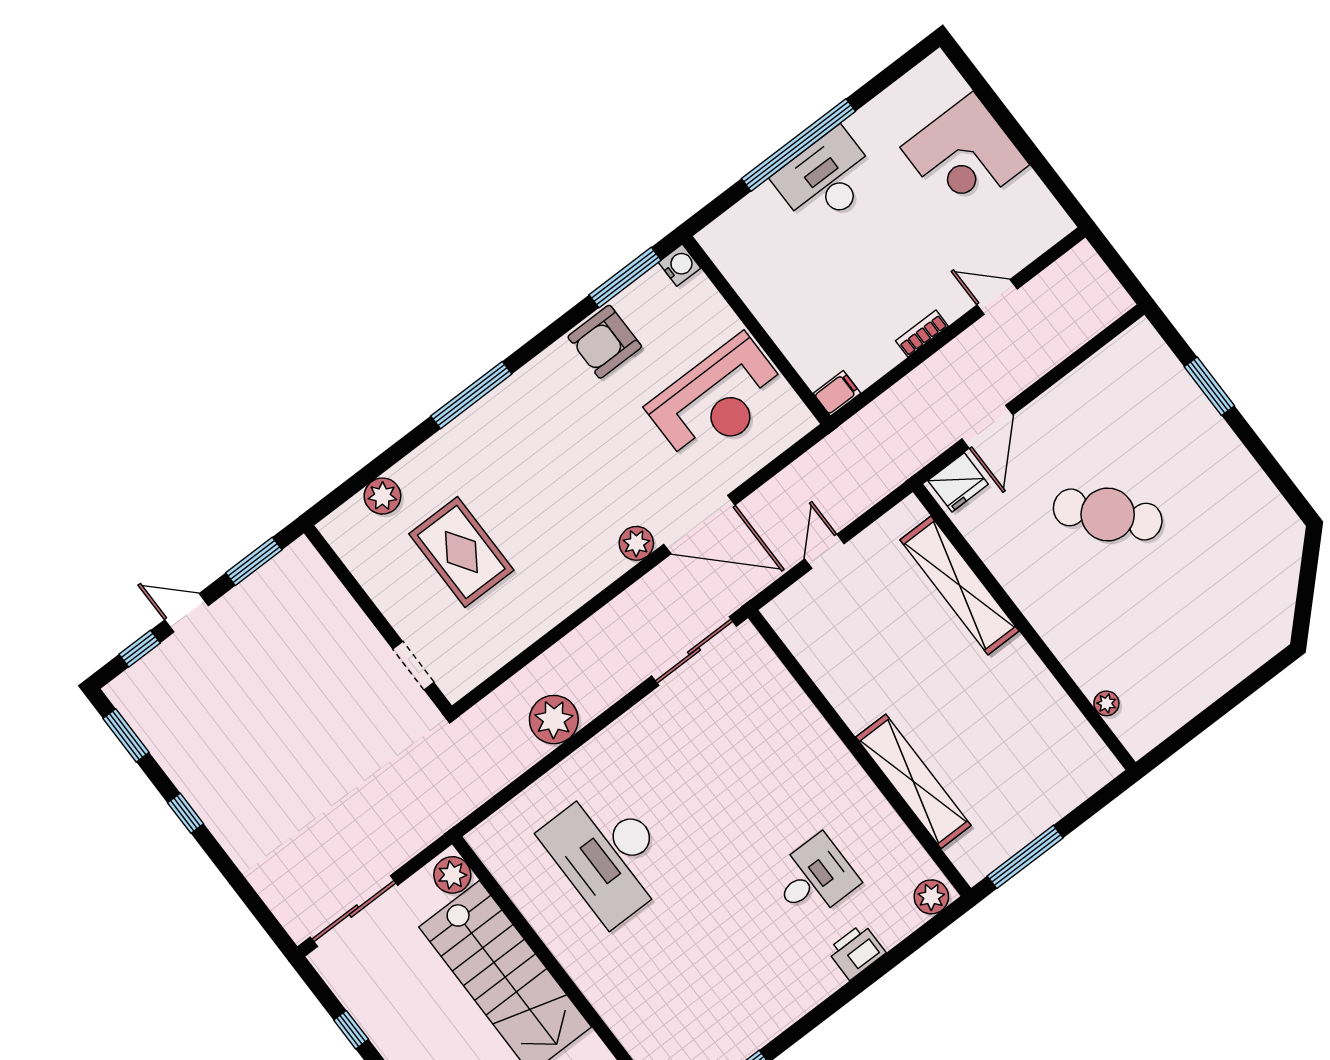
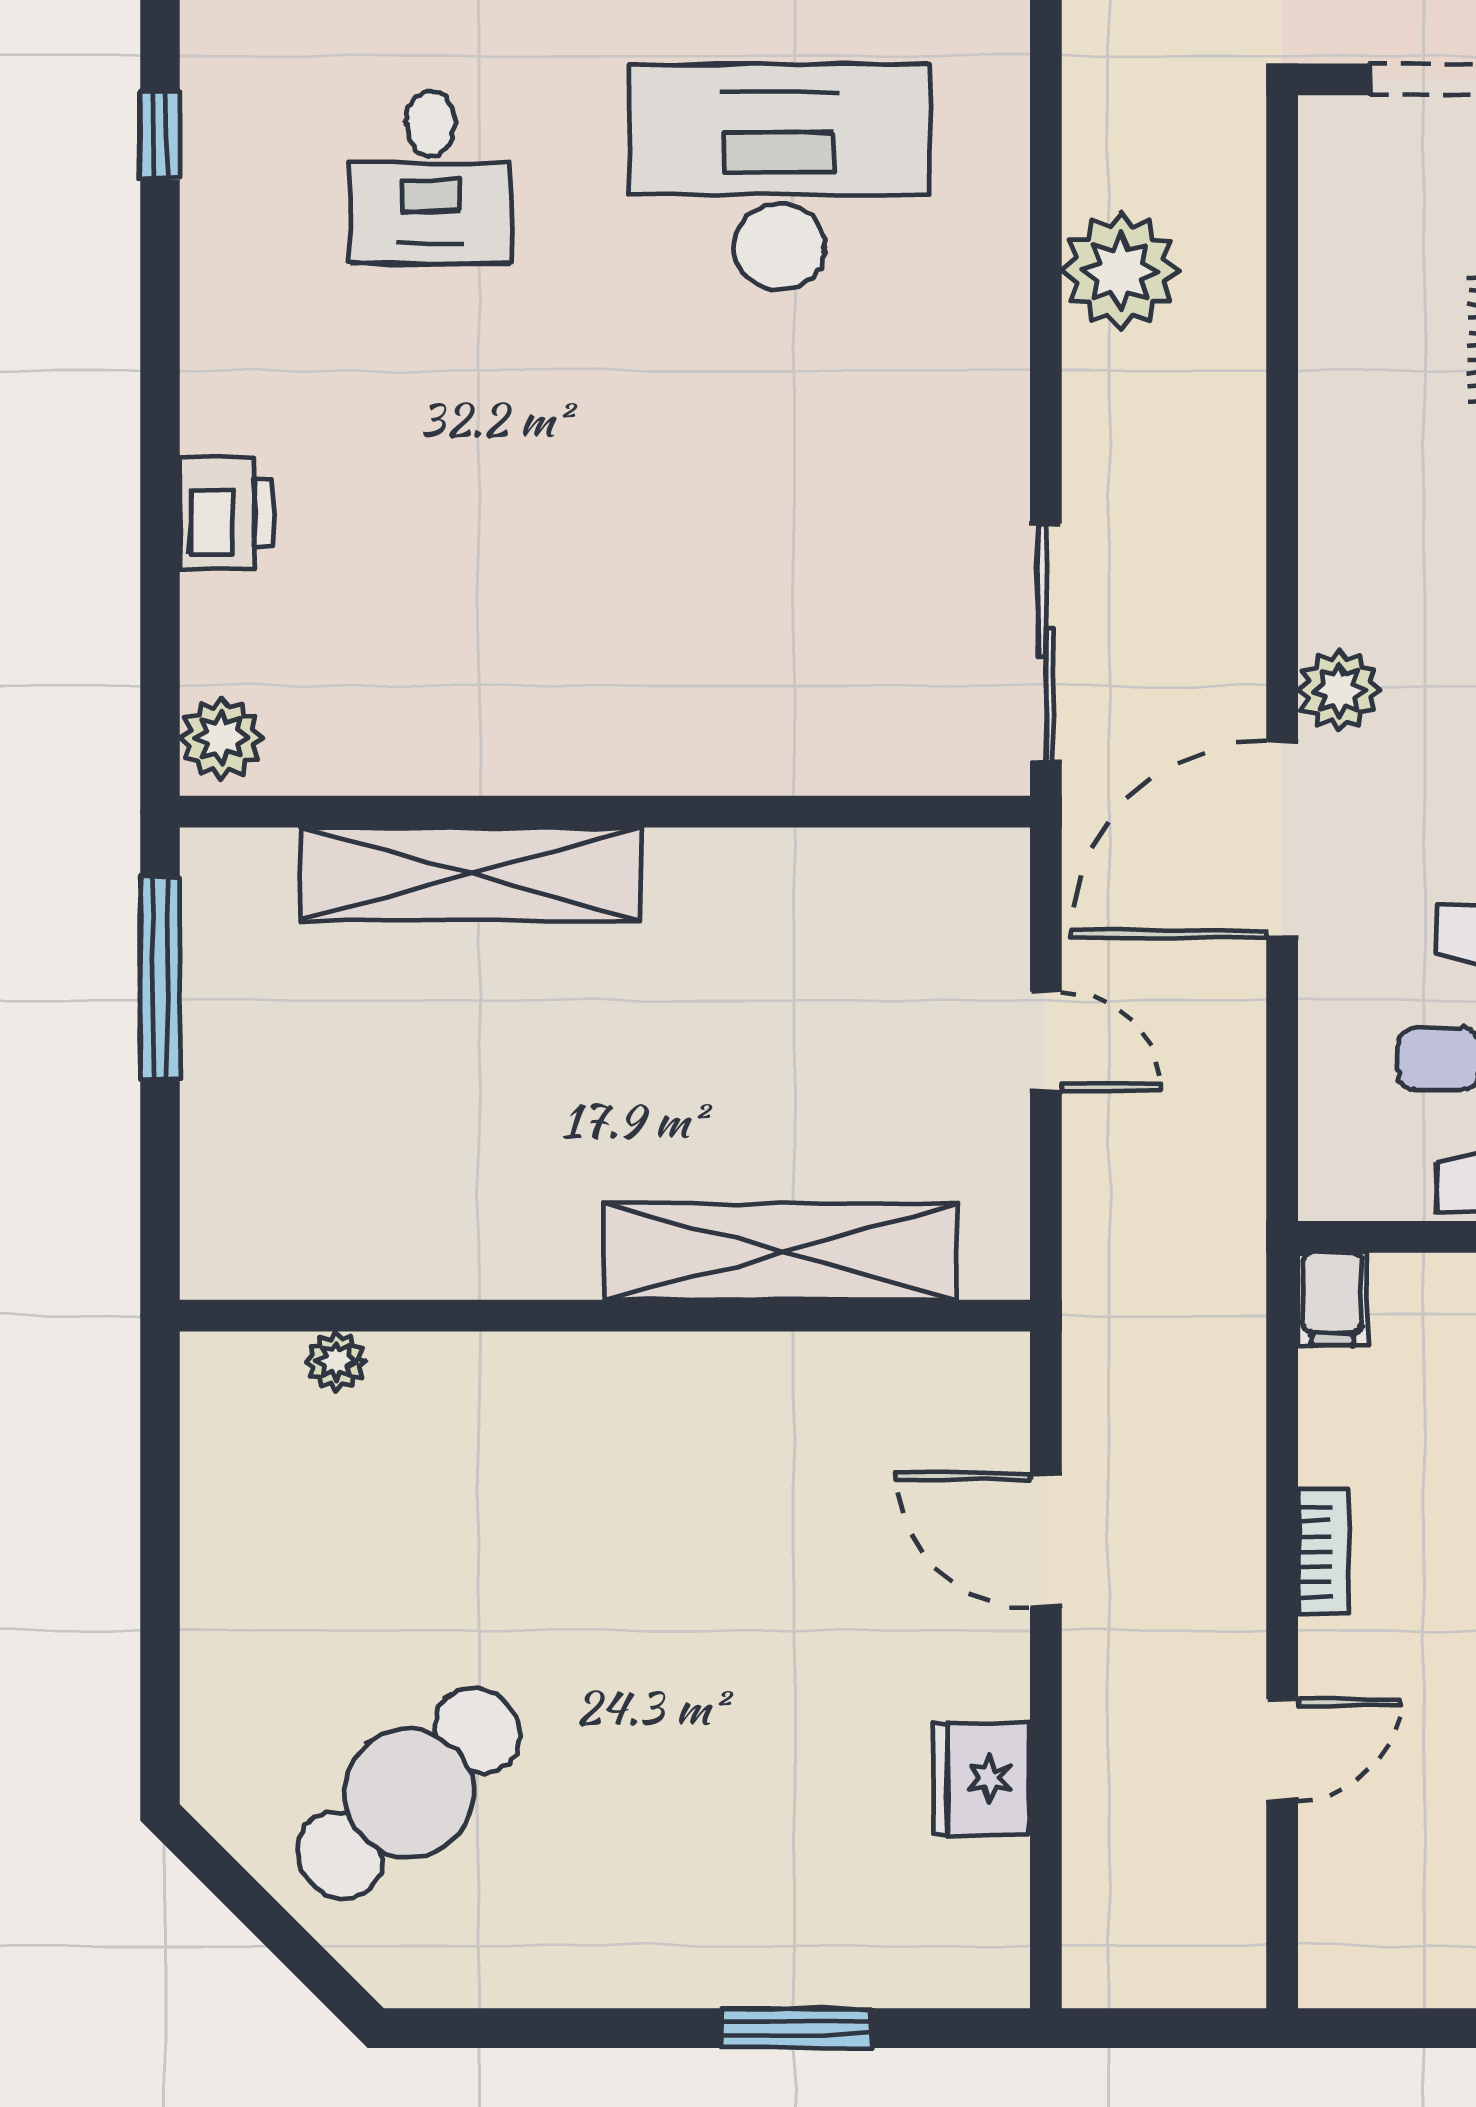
fridge: (958, 482) -> (982, 1778), moved
cafe table: (1108, 514) -> (409, 1793), moved
desk: (815, 878) -> (430, 177), moved

